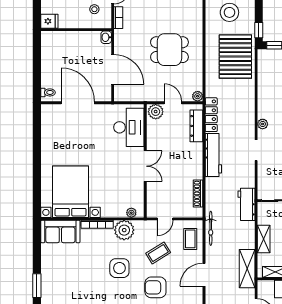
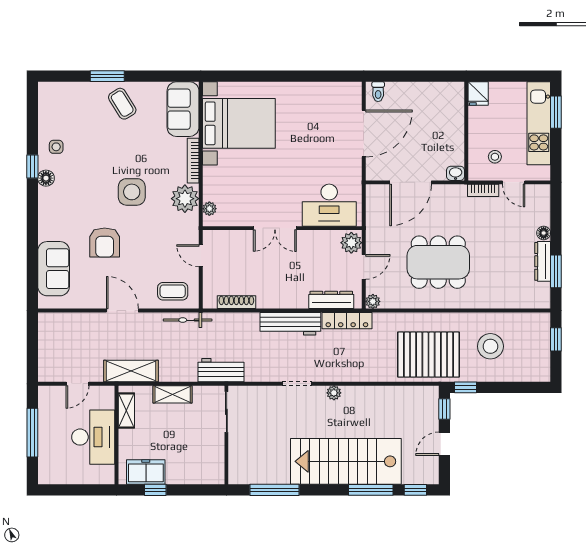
dining table: (169, 50) -> (438, 262), width x1.38
coffee table: (158, 253) -> (122, 104), moved
armchair: (155, 287) -> (105, 243), turned 180

